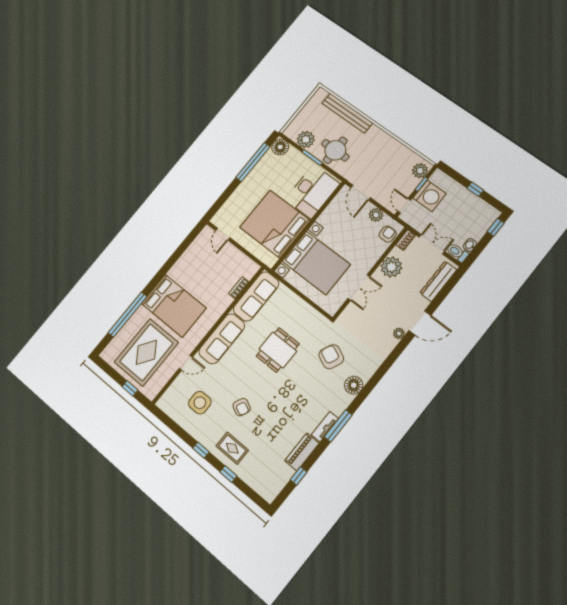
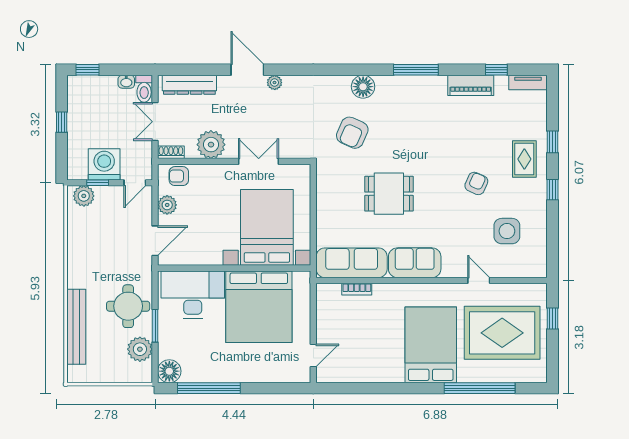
sofa: (222, 339) -> (415, 263), width x0.73
tv unit: (325, 427) -> (528, 82), moved

